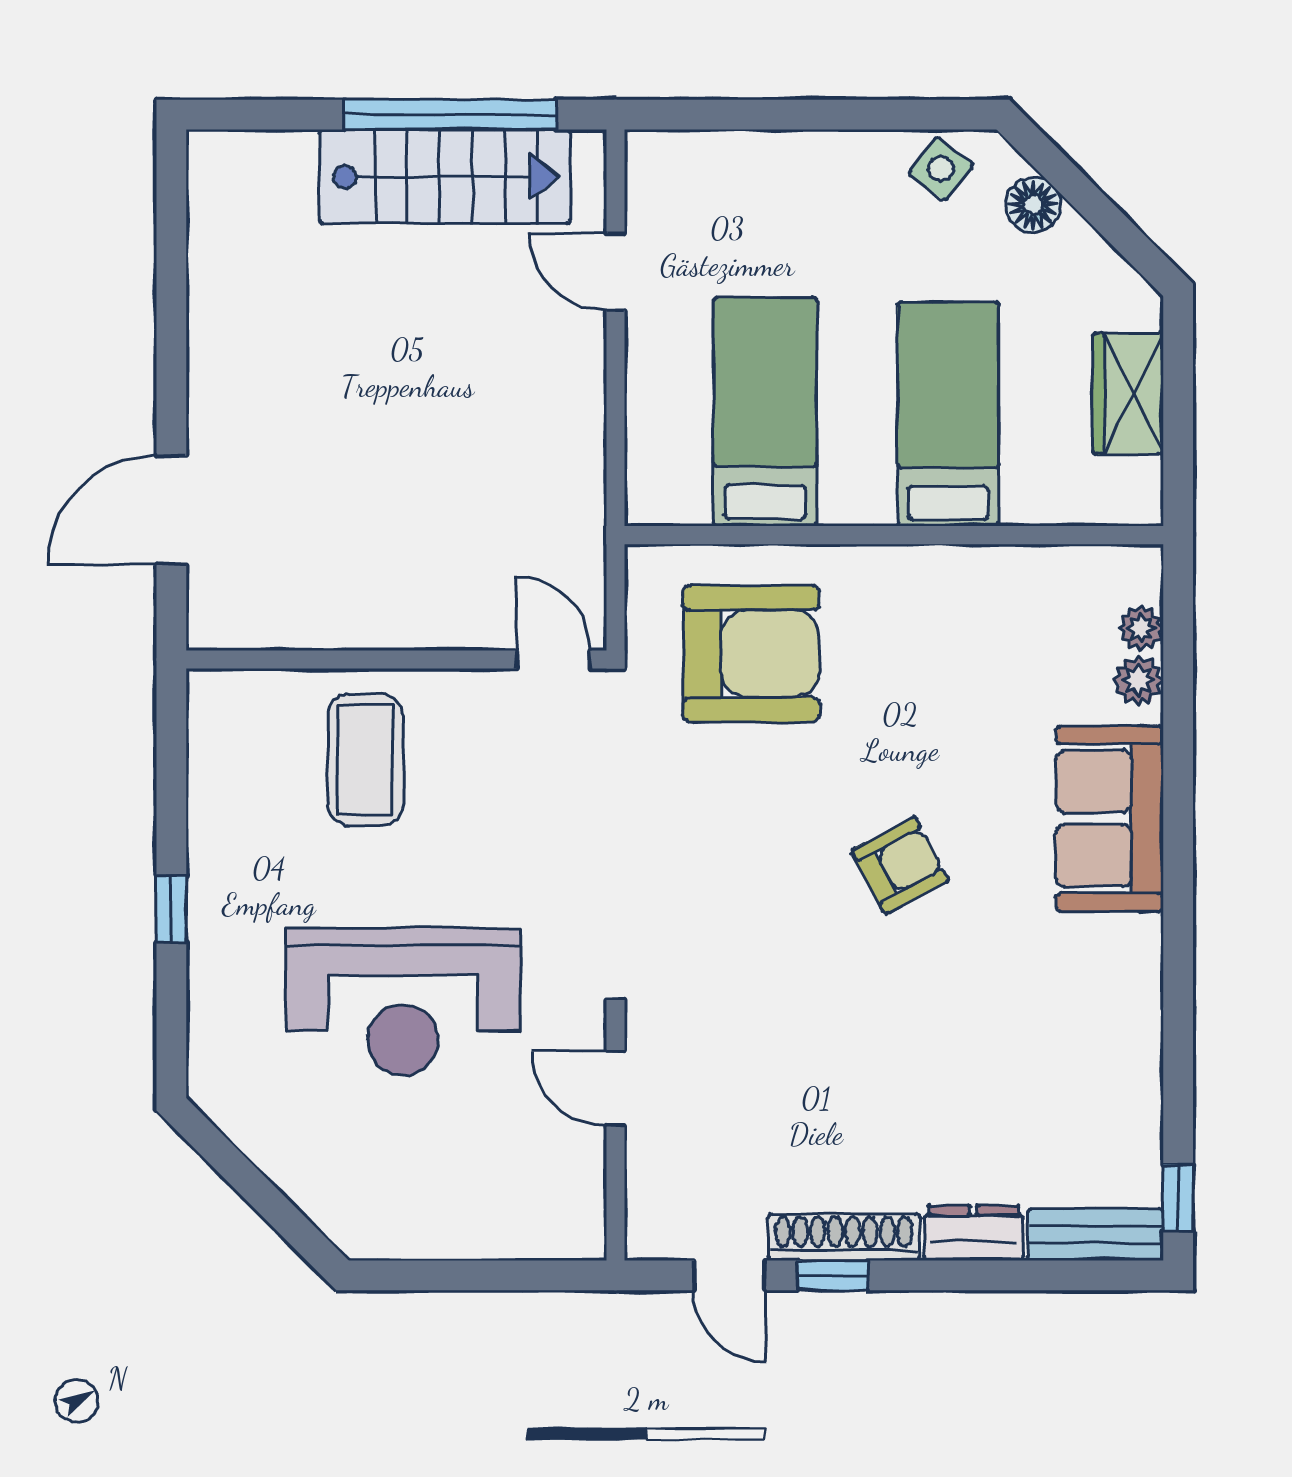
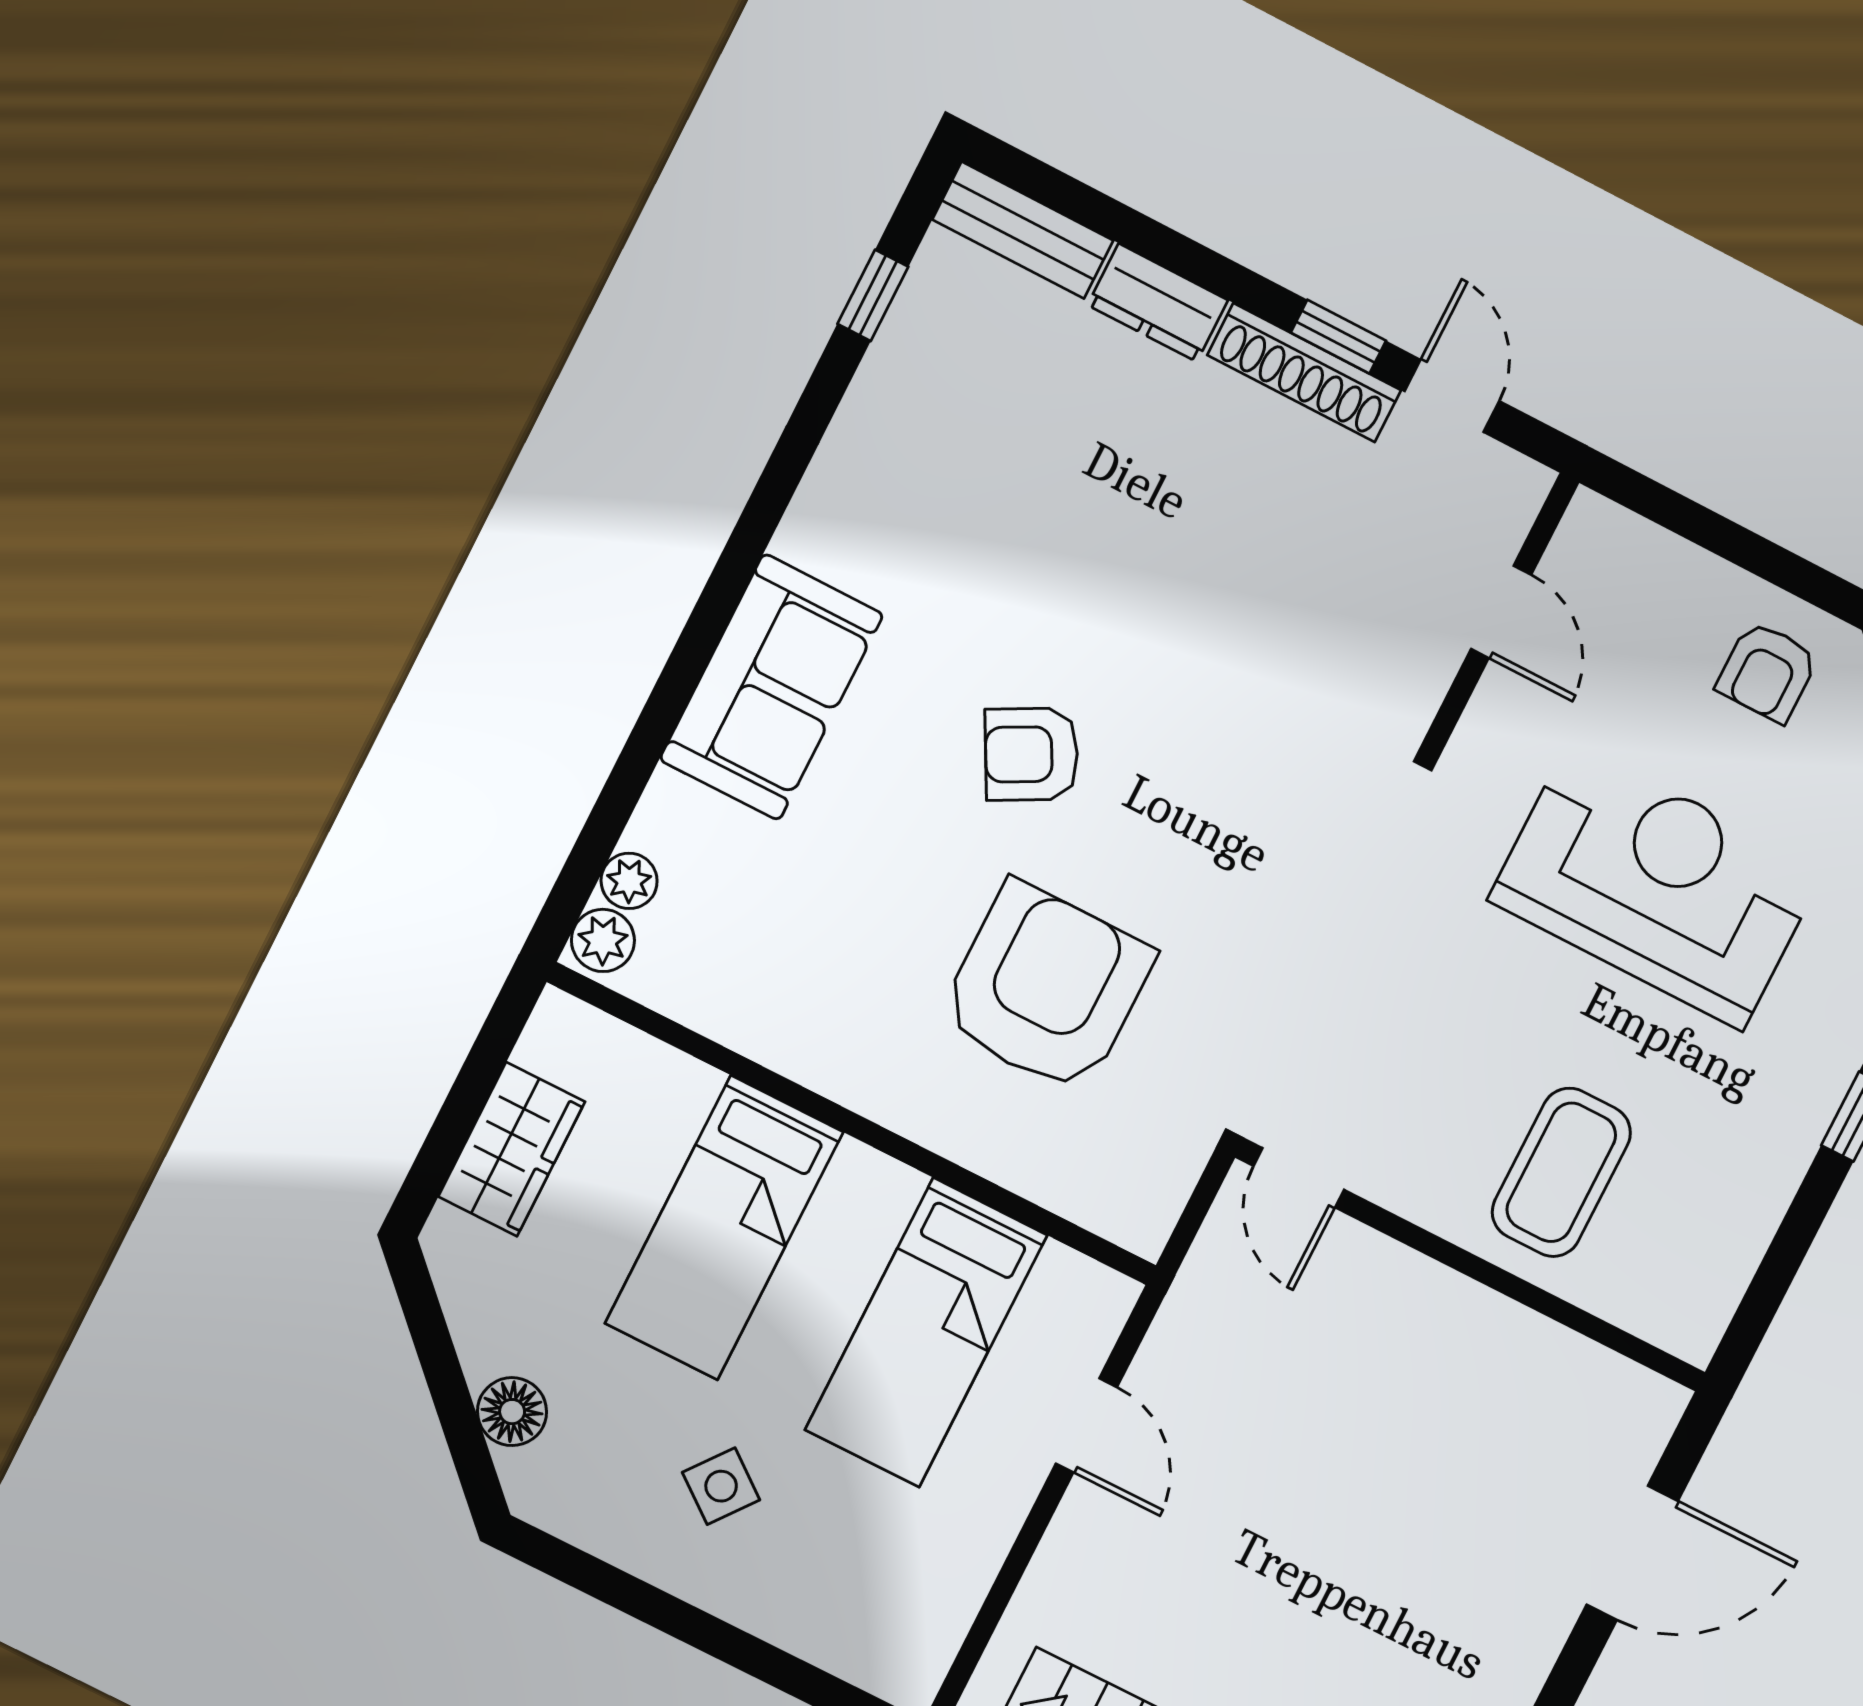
side table: (941, 169) -> (721, 1486), moved
door: (616, 272) -> (1086, 1425), moved
armchair: (751, 654) -> (1046, 988), moved, turned 90
plant: (1138, 680) -> (603, 940), moved
door: (616, 1088) -> (1501, 612), moved
armchair: (402, 1196) -> (1767, 672), added
window: (1178, 1198) -> (873, 295), moved

